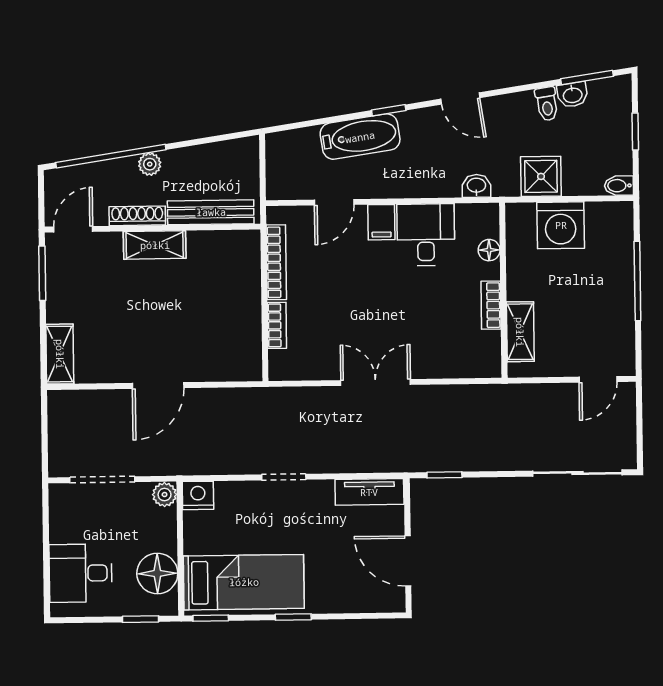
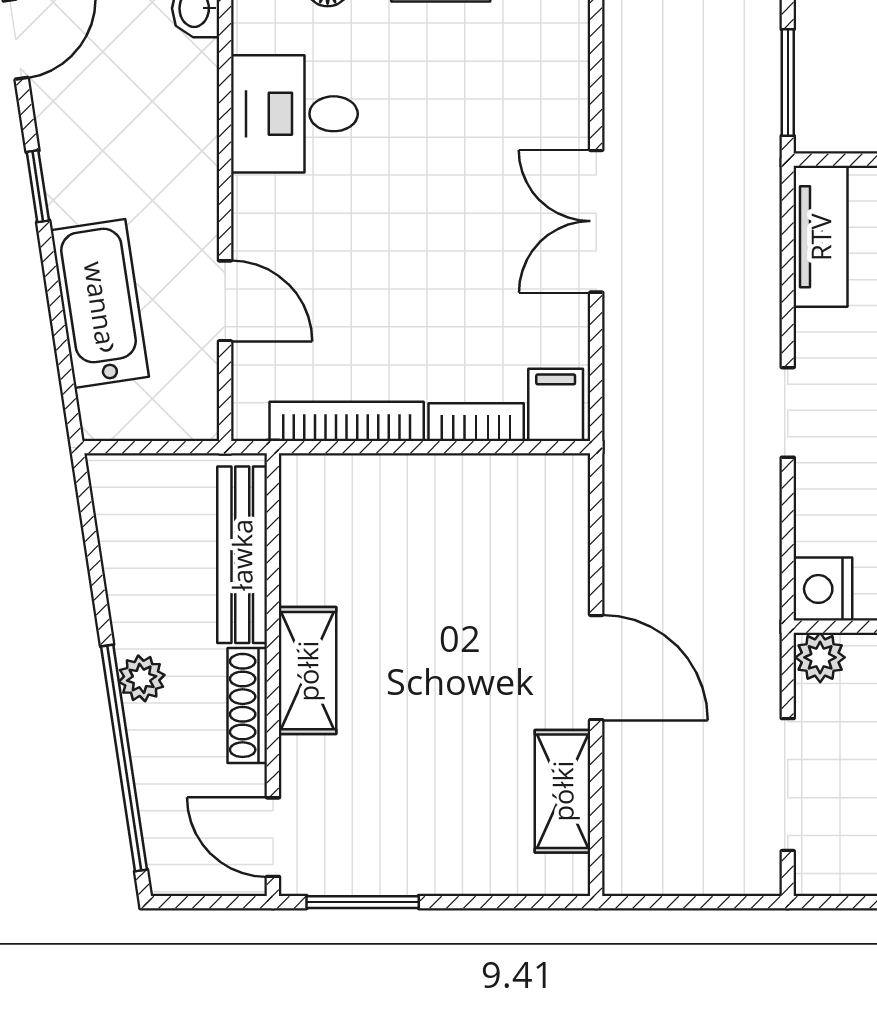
bathtub: (360, 137) -> (100, 303), moved
filing cabinet: (381, 222) -> (556, 405), moved, turned -90
shelving: (60, 354) -> (563, 791), moved, turned 90
window: (444, 475) -> (788, 82), width x1.50

